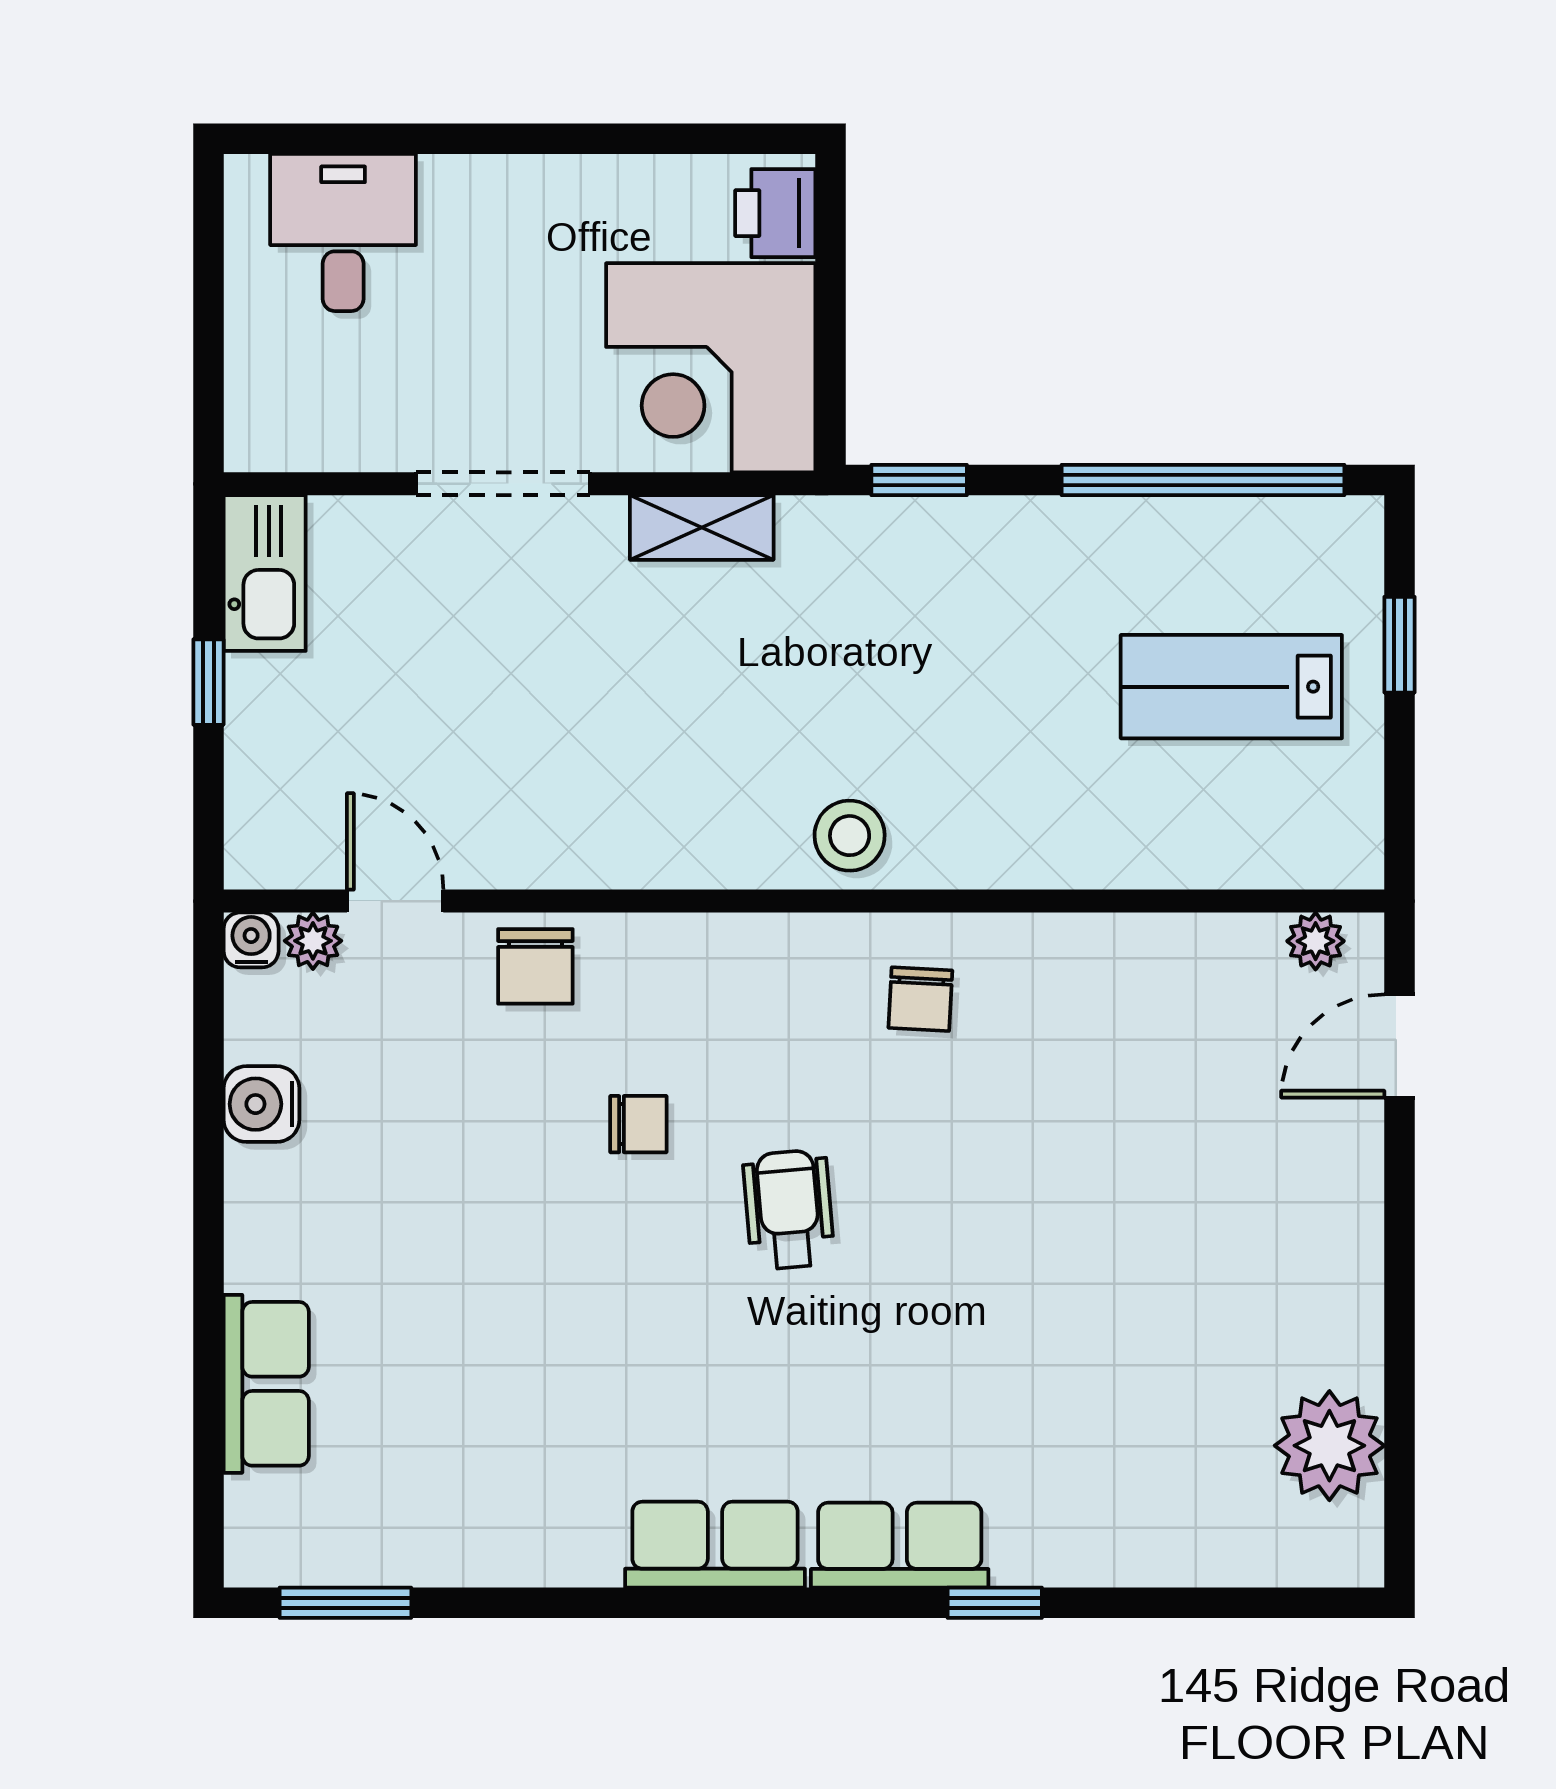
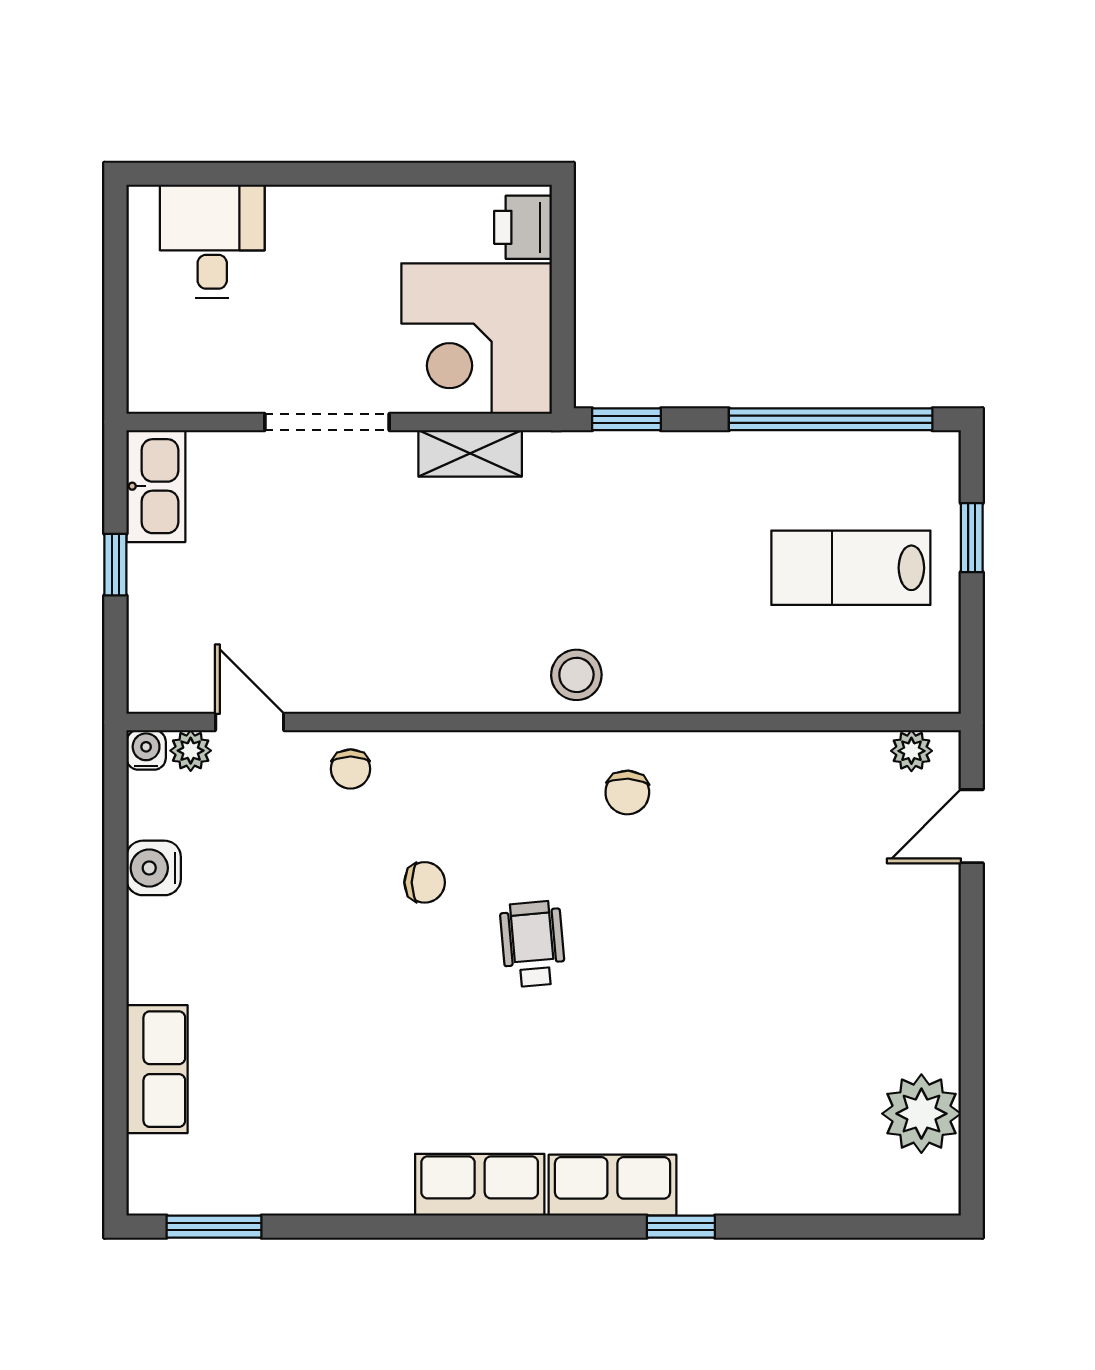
chair: (535, 966) -> (351, 769), width x0.73, depth x0.73

